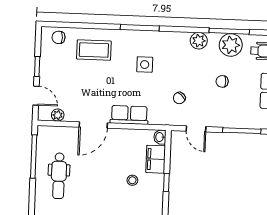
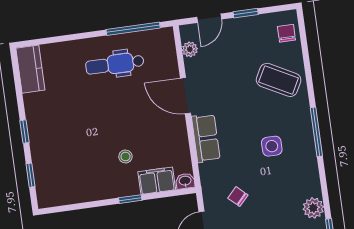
coffee table: (94, 50) -> (279, 80), turned -62

